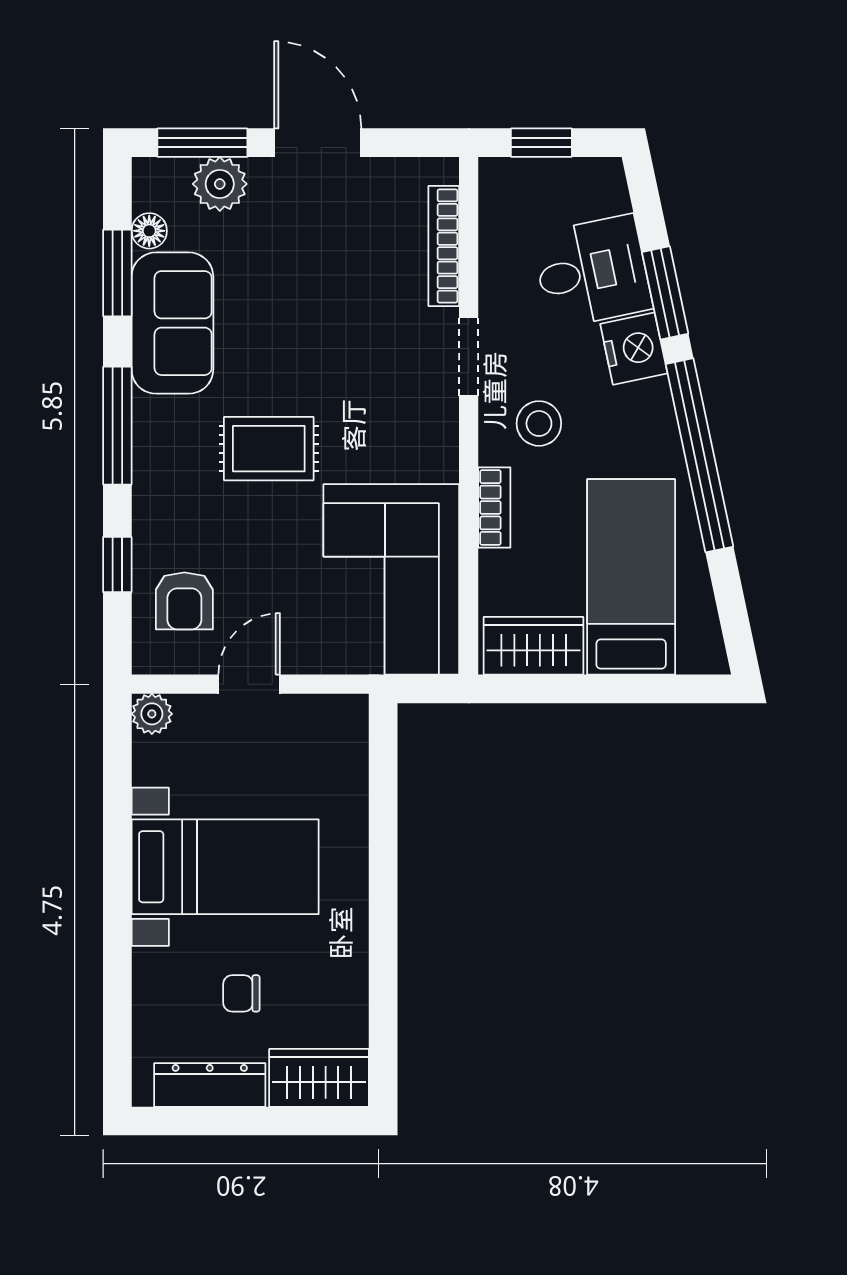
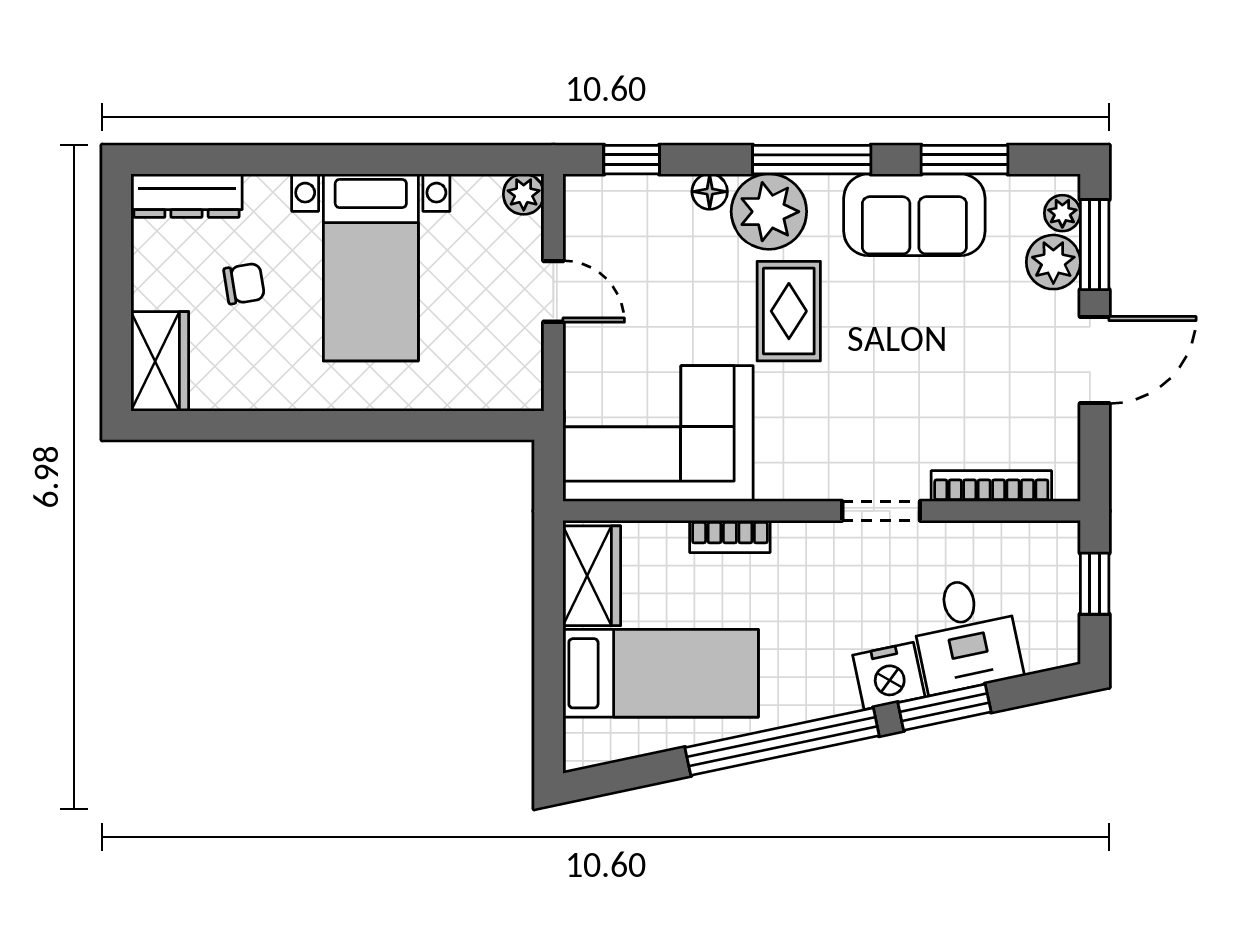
plant: (171, 175) -> (1062, 213), added
floor lamp: (149, 231) -> (710, 192), moved
stool: (539, 423) -> (814, 581), removed
plant: (169, 469) -> (769, 212), added
window: (117, 565) -> (632, 160), moved
armchair: (184, 601) -> (637, 227), removed
chair: (241, 993) -> (244, 284), turned 81
dresser: (210, 1085) -> (187, 196), moved, turned 90

